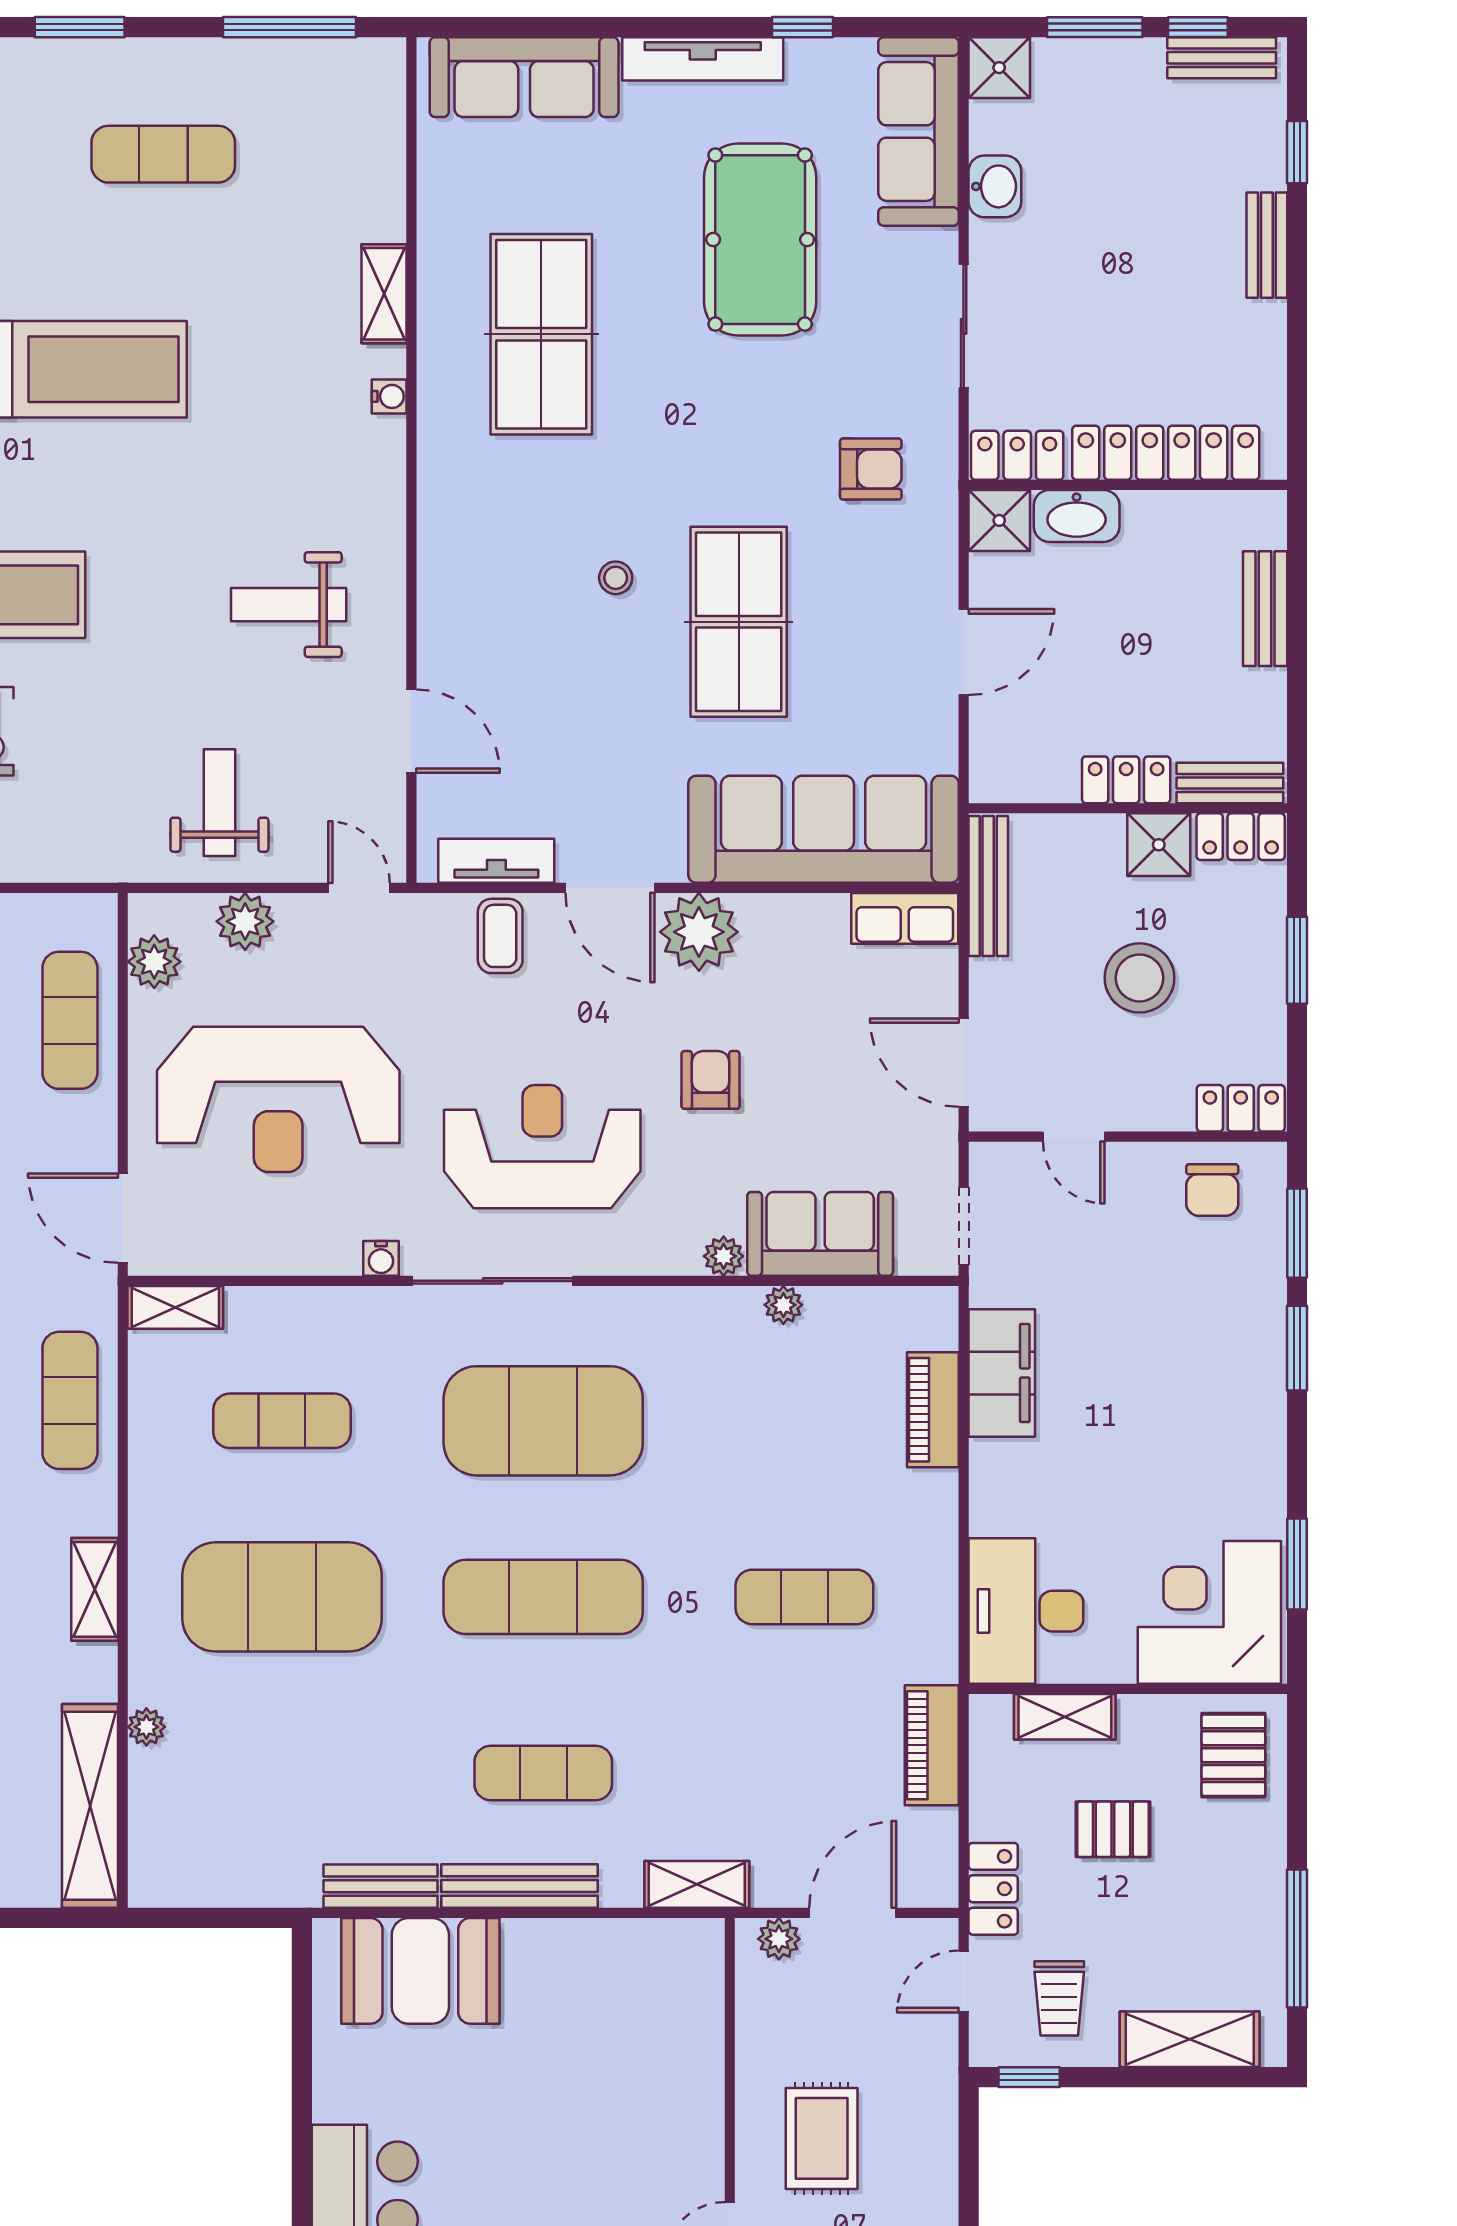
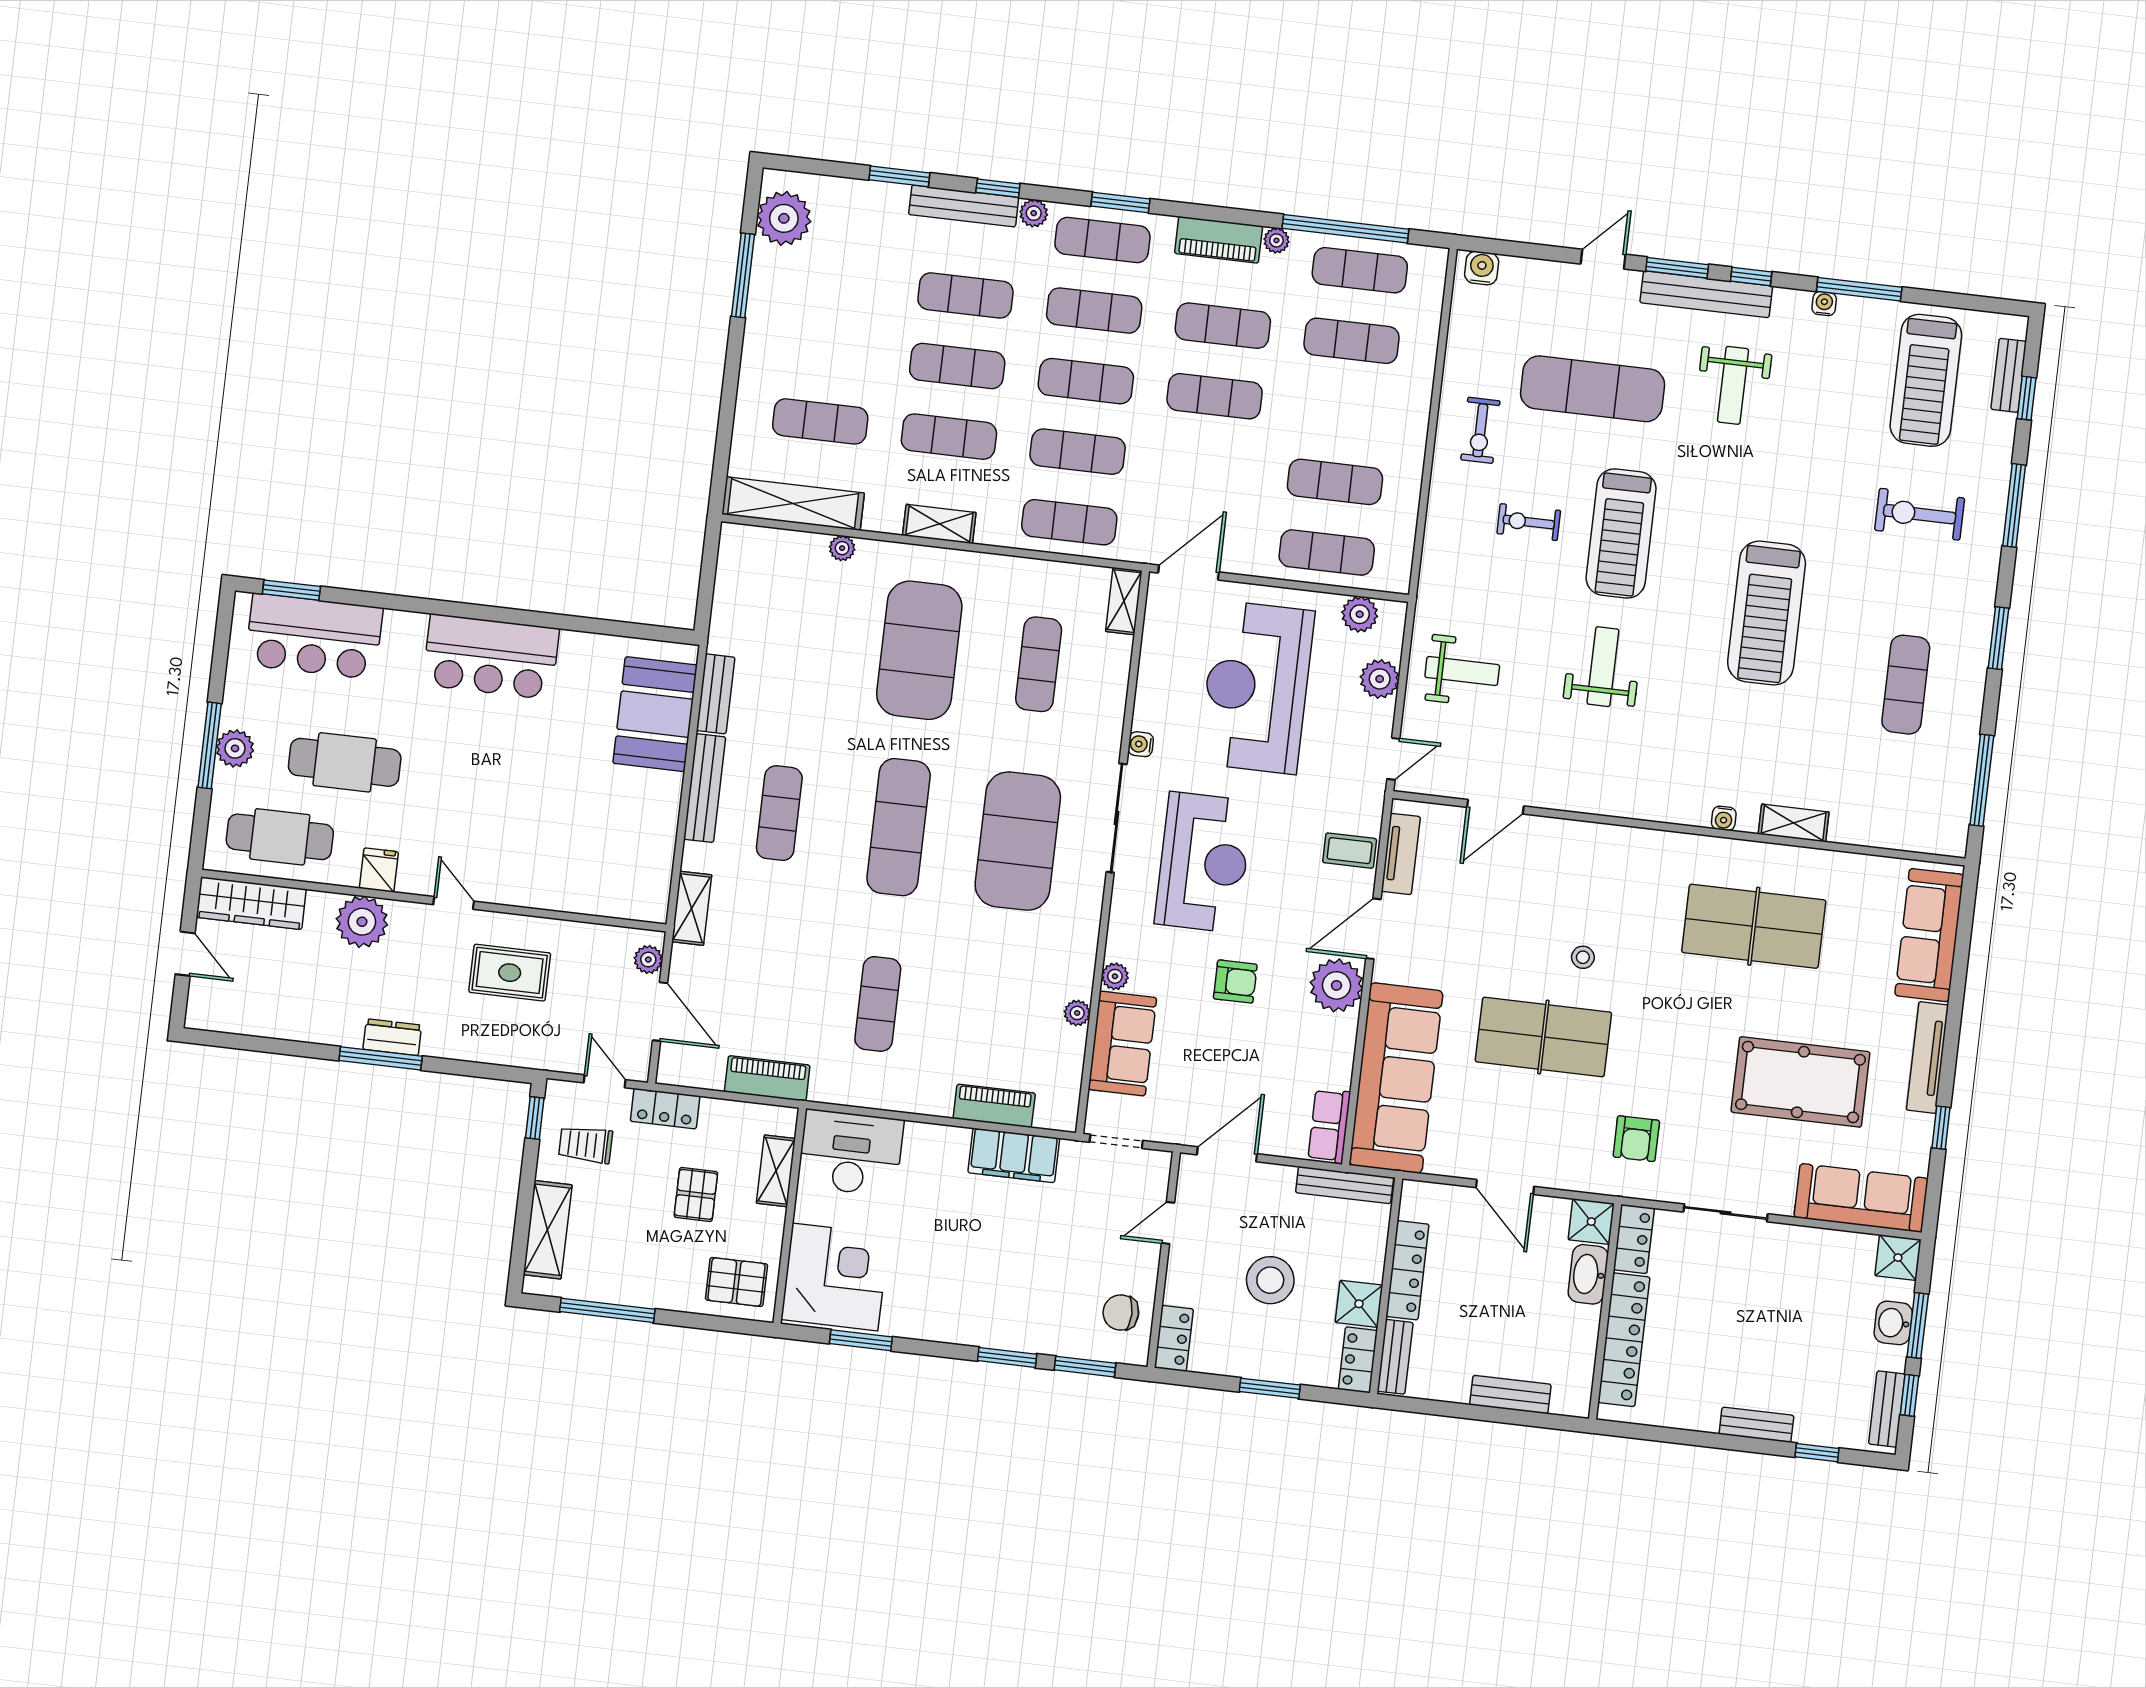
washbasin: (995, 186) -> (1893, 1323), moved, turned 90
weight bench: (289, 605) -> (1603, 667), moved
locker: (1126, 780) -> (1407, 1270), width x1.53

